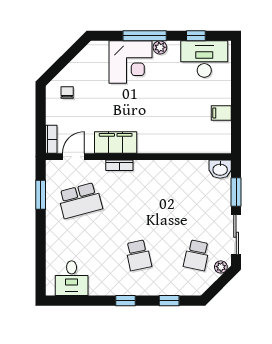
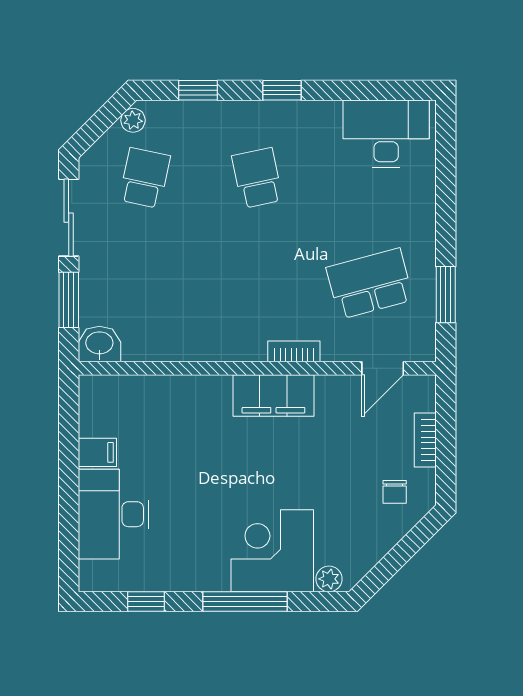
plant: (160, 47) -> (329, 579), moved
desk: (204, 59) -> (114, 514), moved, turned 90
bookcase: (51, 139) -> (425, 440), moved
filing cabinet: (116, 142) -> (273, 396), moved
plant: (221, 267) -> (133, 120), moved
desk: (72, 278) -> (386, 134), width x1.37

